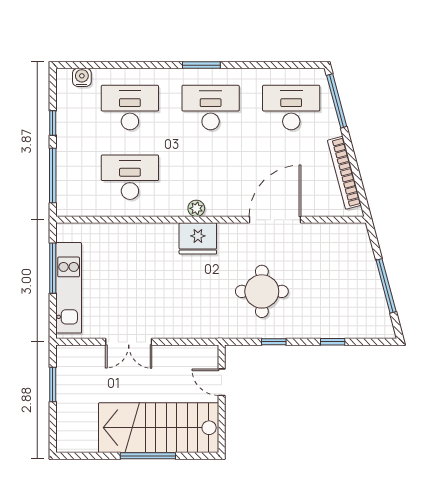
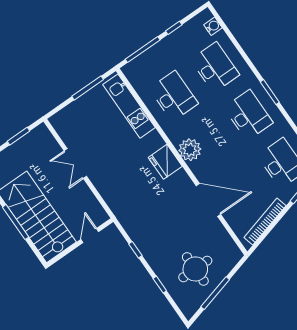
plant: (196, 208) -> (190, 150), width x1.88, depth x1.88
kitchen unit: (69, 288) -> (129, 106), moved, turned 90
round table: (262, 291) -> (195, 269), moved

